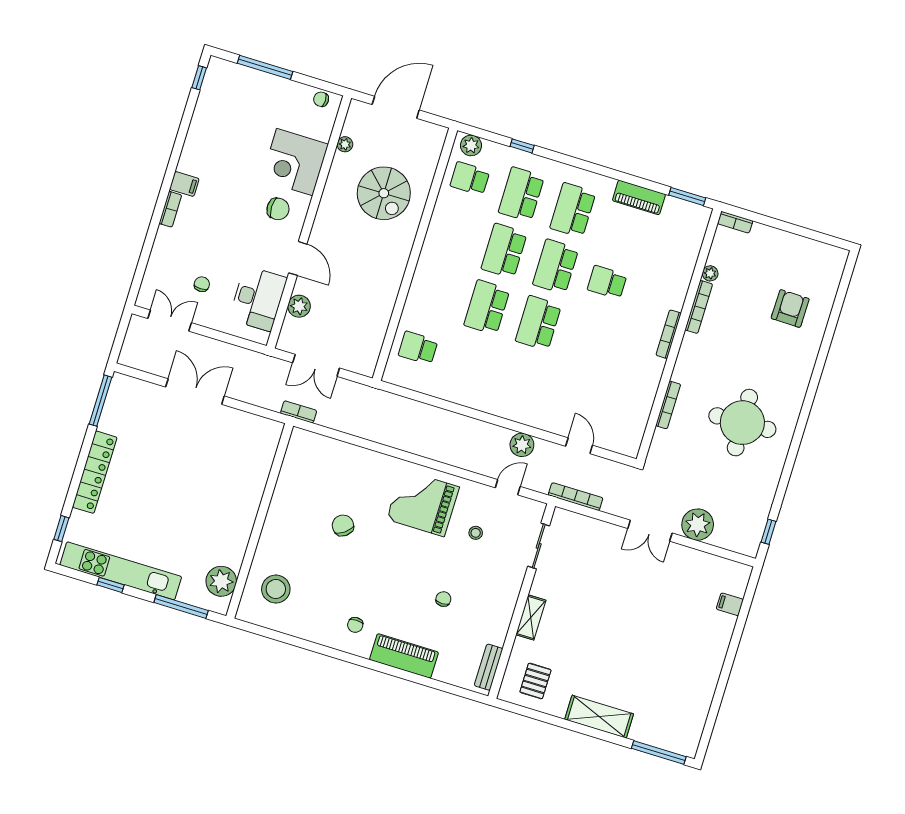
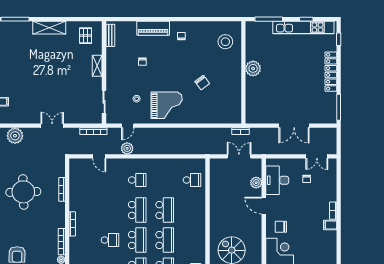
school desk: (521, 379) -> (137, 180), added
plant: (698, 525) -> (15, 136), moved
plant: (221, 581) -> (253, 68), moved

